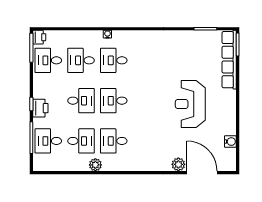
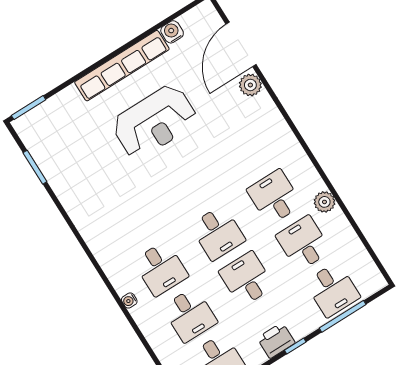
row of seats: (229, 60) -> (122, 66), moved
printer: (40, 108) -> (276, 340), moved
desk: (114, 141) -> (275, 197), turned 180

